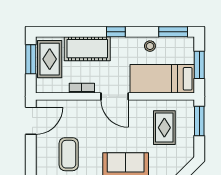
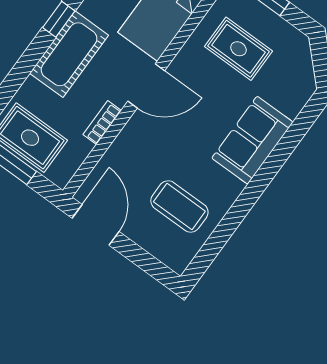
cot: (87, 49) -> (69, 54), moved

